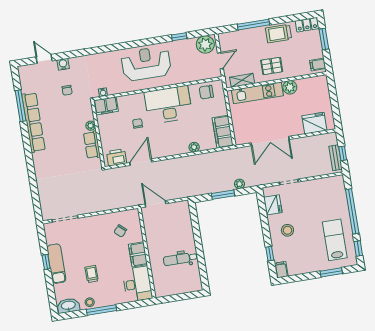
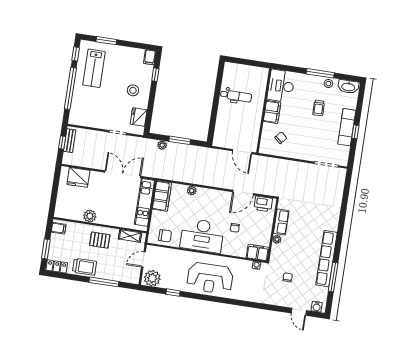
water cooler: (63, 64) -> (317, 307), moved
kitchen unit: (257, 93) -> (144, 202), moved, turned -90

